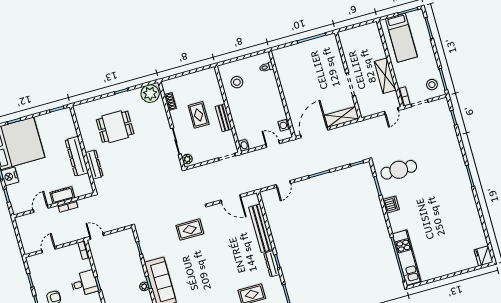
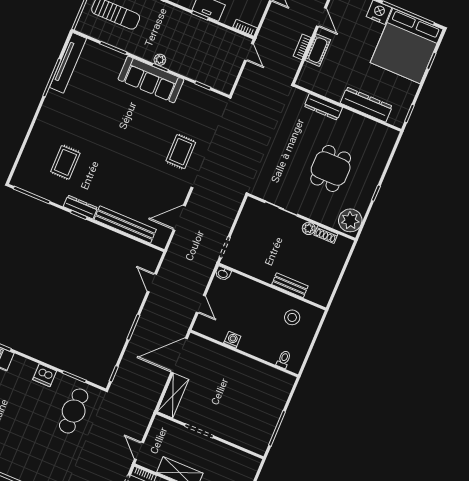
rug: (199, 115) -> (290, 252), removed
bench: (224, 118) -> (290, 285), moved
washing machine: (284, 125) -> (232, 340), moved
dining table: (115, 127) -> (331, 168), moved
door: (314, 132) -> (179, 355), swing flipped
door: (273, 144) -> (201, 304), hinge flipped
dresser: (77, 156) -> (366, 105), moved
plant: (187, 159) -> (309, 228), moved
door: (97, 236) -> (249, 52), hinge flipped

